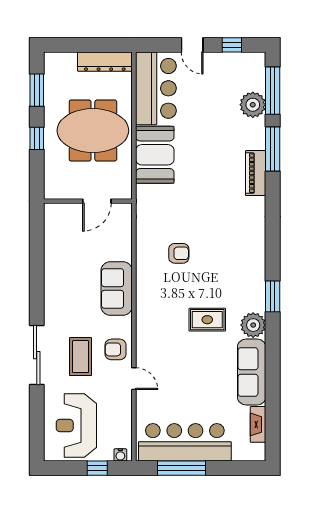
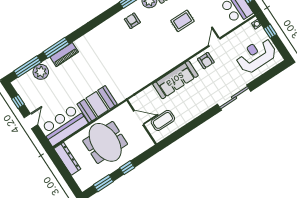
piano: (256, 173) -> (64, 55), moved
armchair: (179, 253) -> (132, 21), moved
sofa: (117, 288) -> (175, 80), width x1.36
rug: (207, 320) -> (182, 21), moved, turned 90
coffee table: (81, 357) -> (163, 120), moved
reception desk: (76, 425) -> (256, 55), turned 180

